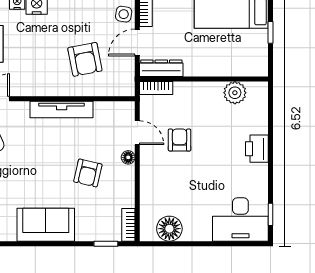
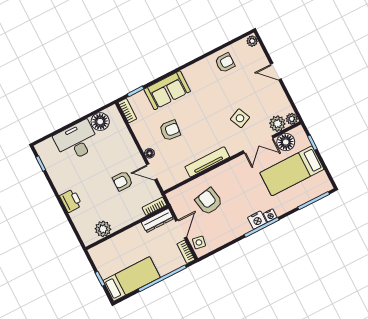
armchair: (180, 140) -> (123, 181), turned 90
armchair: (88, 173) -> (170, 130), turned 83
desk: (240, 220) -> (77, 141), moved
sofa: (46, 225) -> (167, 90), moved

